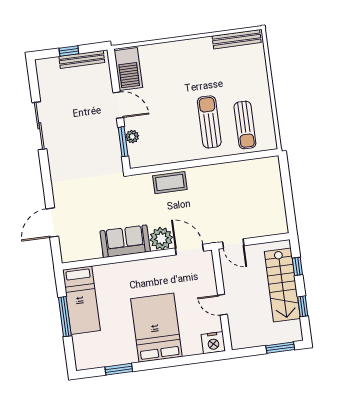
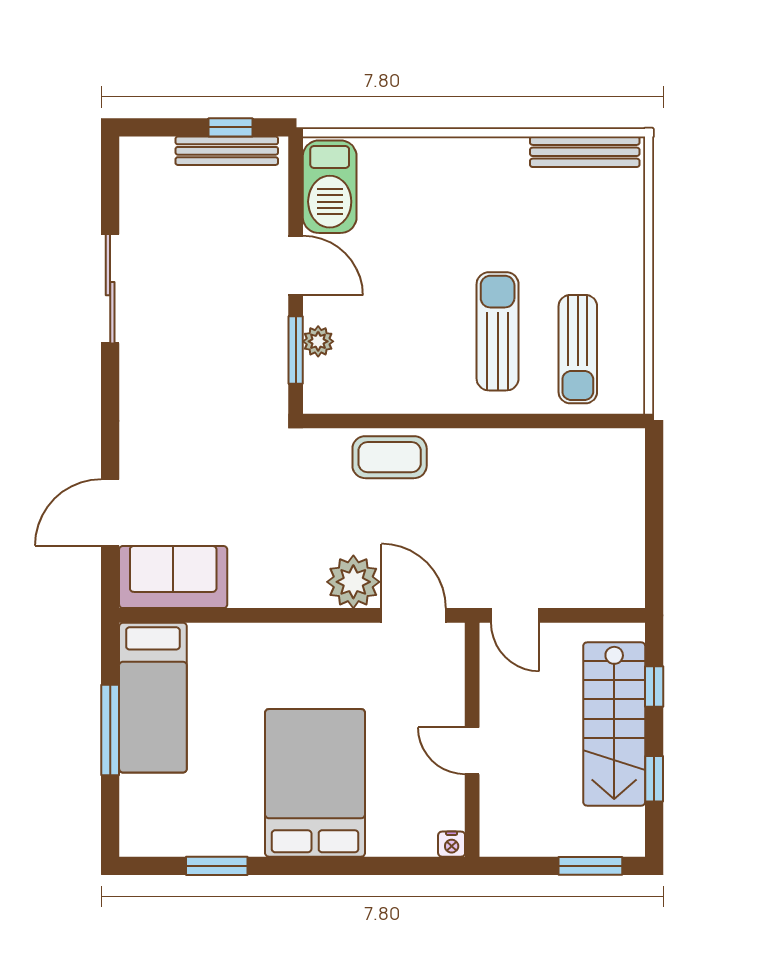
window: (69, 51) -> (231, 127), moved
sofa: (125, 241) -> (173, 577), moved
nightstand: (213, 343) -> (452, 844), width x0.53, depth x0.56

